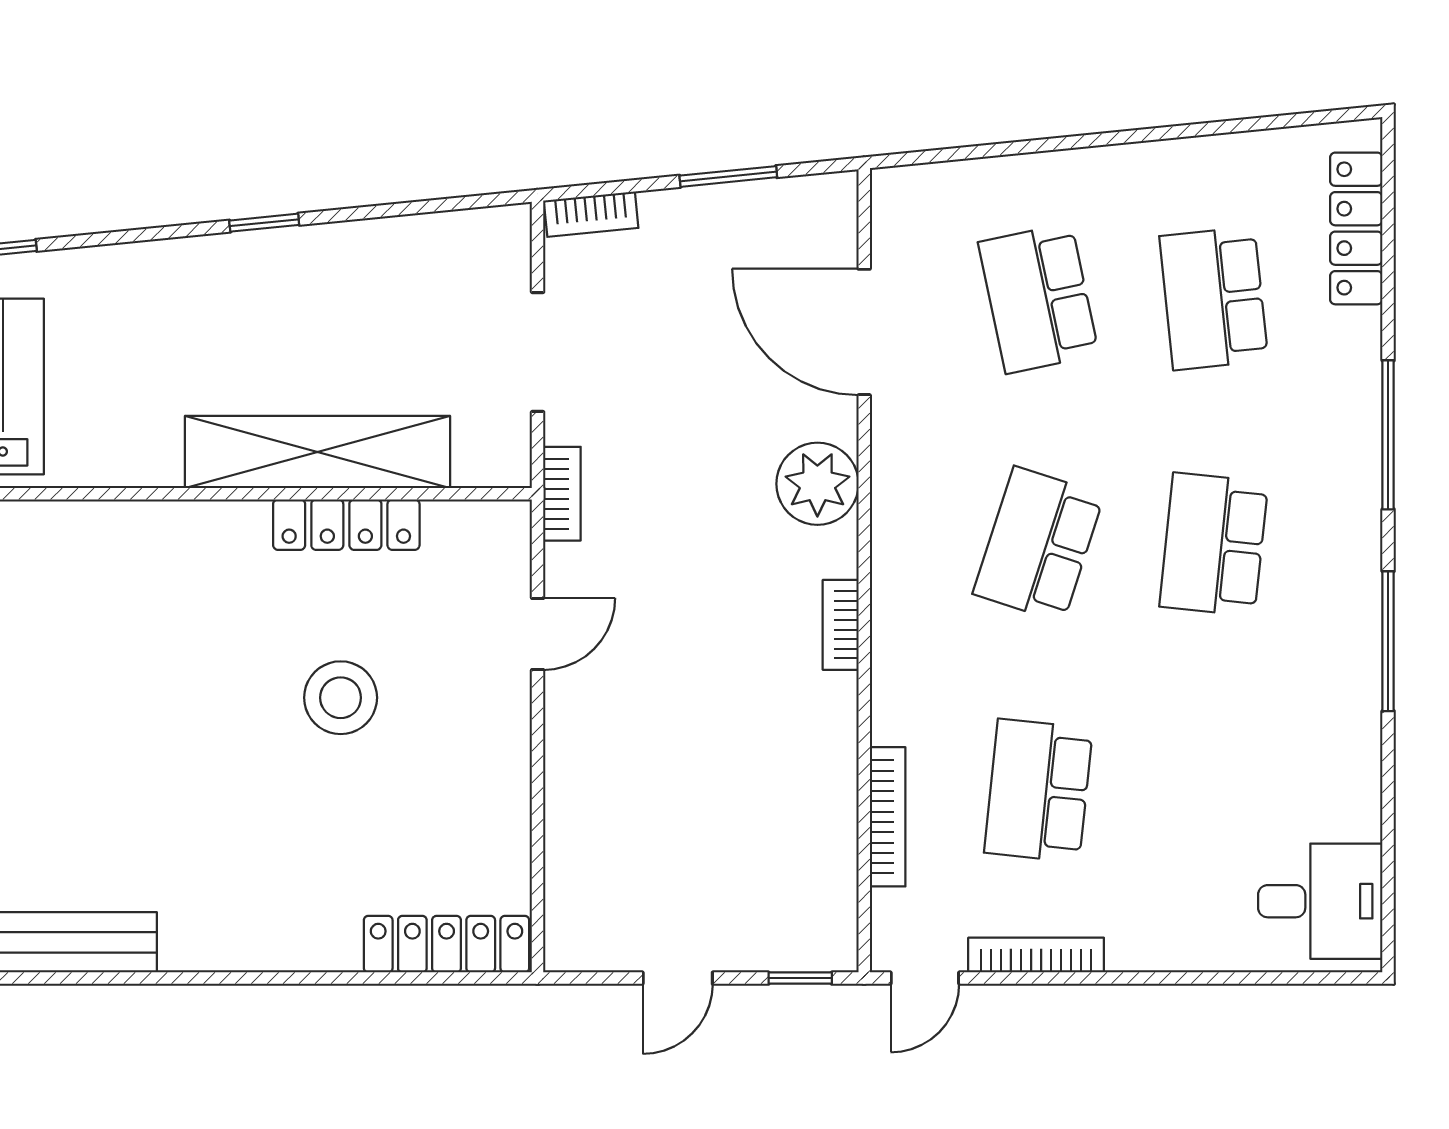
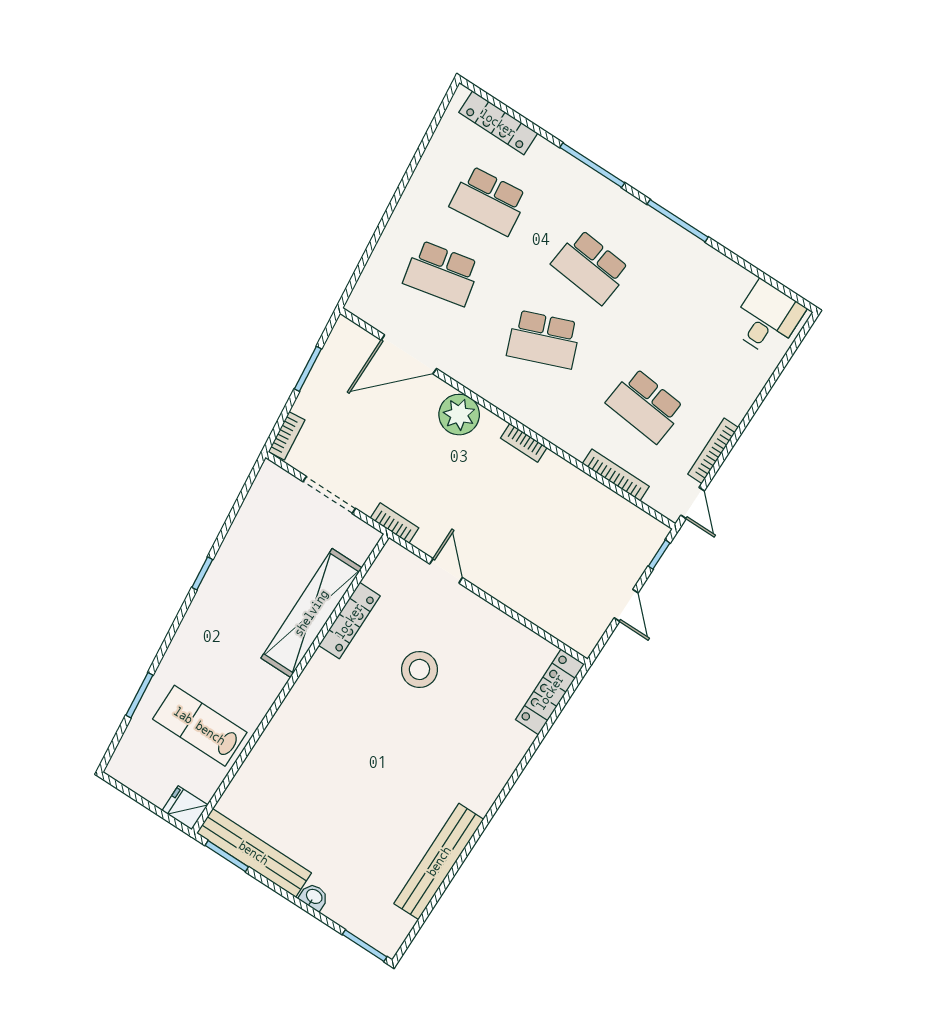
school desk: (1038, 544) -> (544, 339), turned -39

